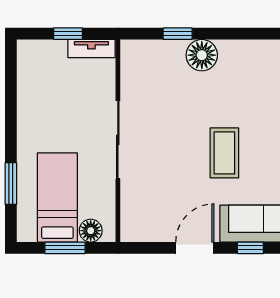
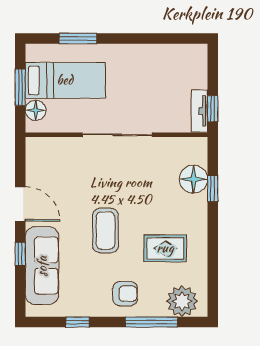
window: (68, 34) -> (213, 109), moved
floor lamp: (202, 55) -> (193, 179), moved
rug: (244, 87) -> (165, 248), added
coffee table: (224, 153) -> (105, 231), turned 90

